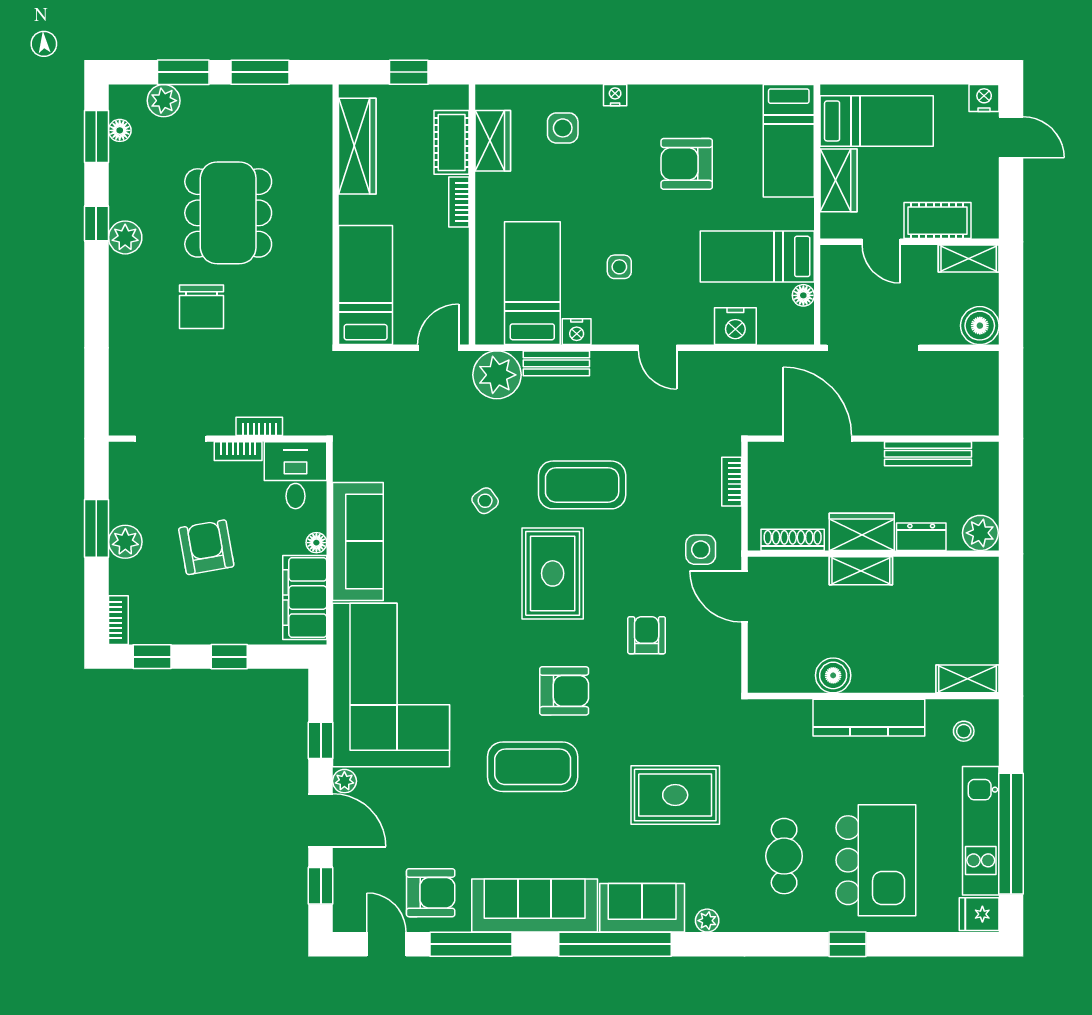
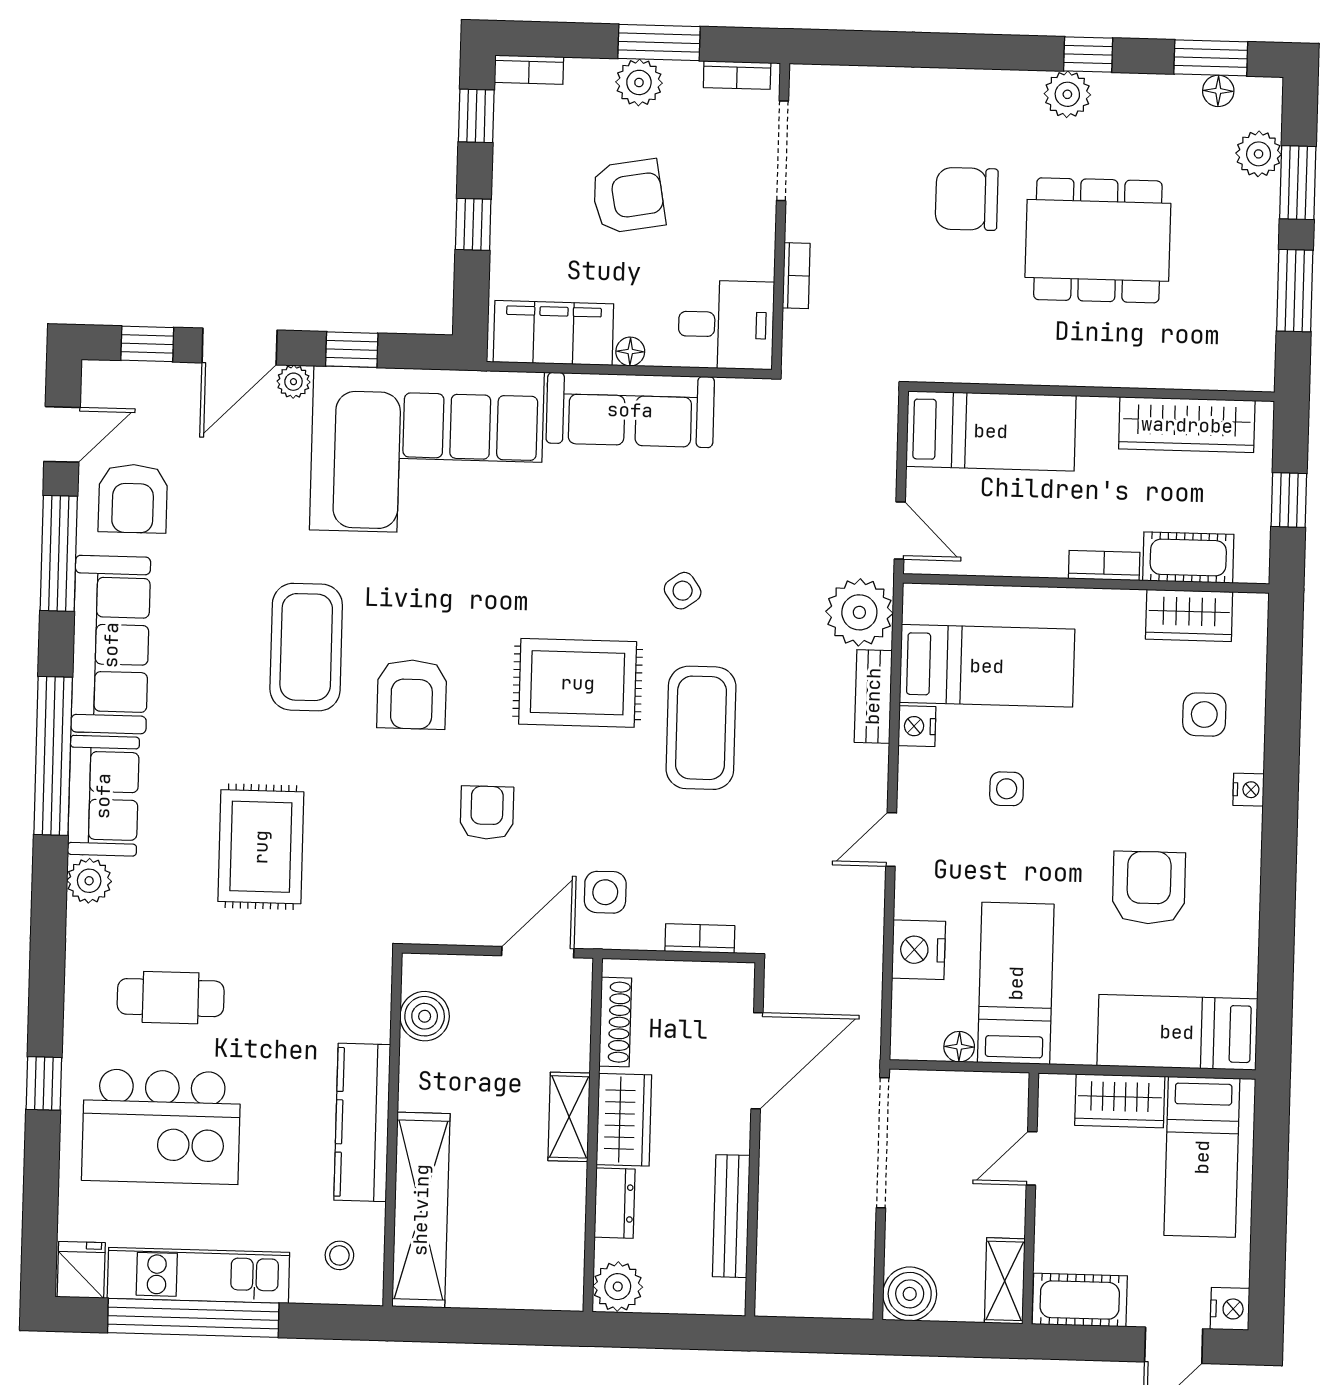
cot: (937, 221) -> (1080, 1300), moved, turned 90
bookcase: (238, 451) -> (737, 75), moved, turned -90
armchair: (647, 635) -> (487, 813), turned -90
boiler: (833, 675) -> (425, 1016), moved
shelving: (968, 679) -> (421, 1210), width x2.20, depth x1.33
plant: (707, 921) -> (89, 881), width x1.38, depth x1.38

